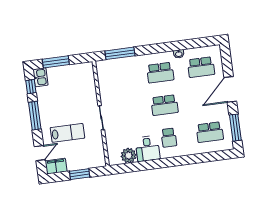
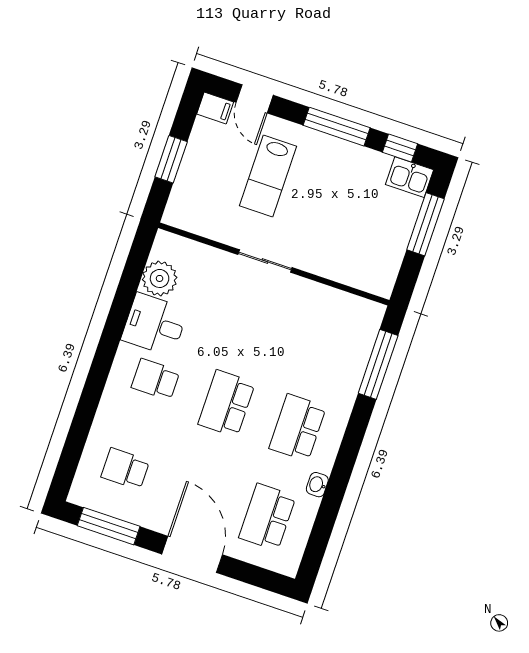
school desk: (210, 132) -> (125, 469), width x0.54
filing cabinet: (56, 166) -> (215, 108), width x0.50

